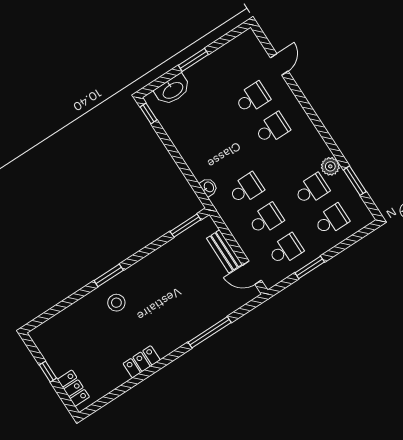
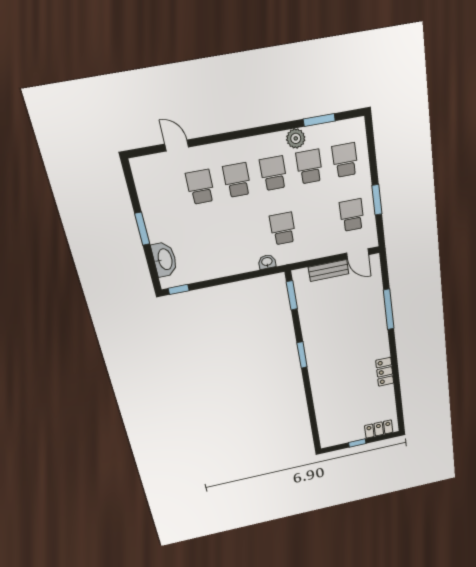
school desk: (266, 219) -> (273, 173), moved
door: (252, 273) -> (358, 254), hinge flipped
window: (109, 275) -> (302, 355), moved
stool: (116, 303) -> (330, 375), removed

